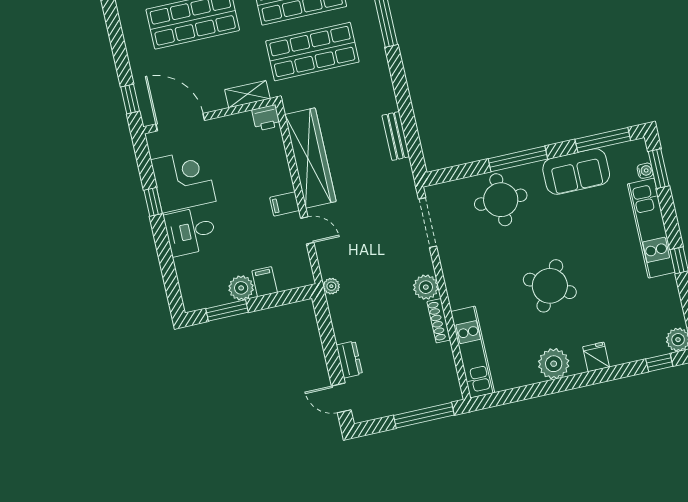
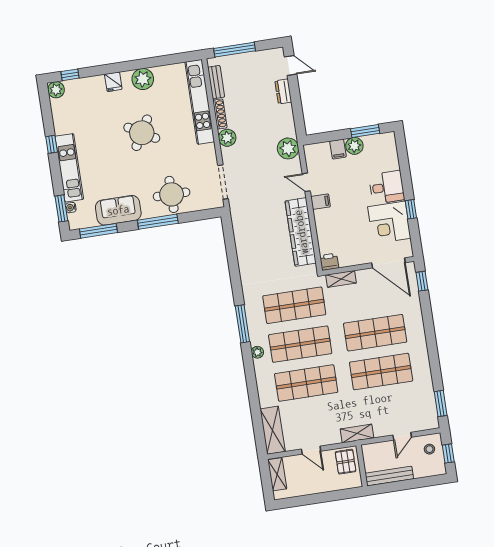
bench: (396, 136) -> (216, 82), moved
plant: (331, 286) -> (288, 148), width x1.87, depth x1.87
kitchen unit: (473, 352) -> (200, 102), width x1.36

